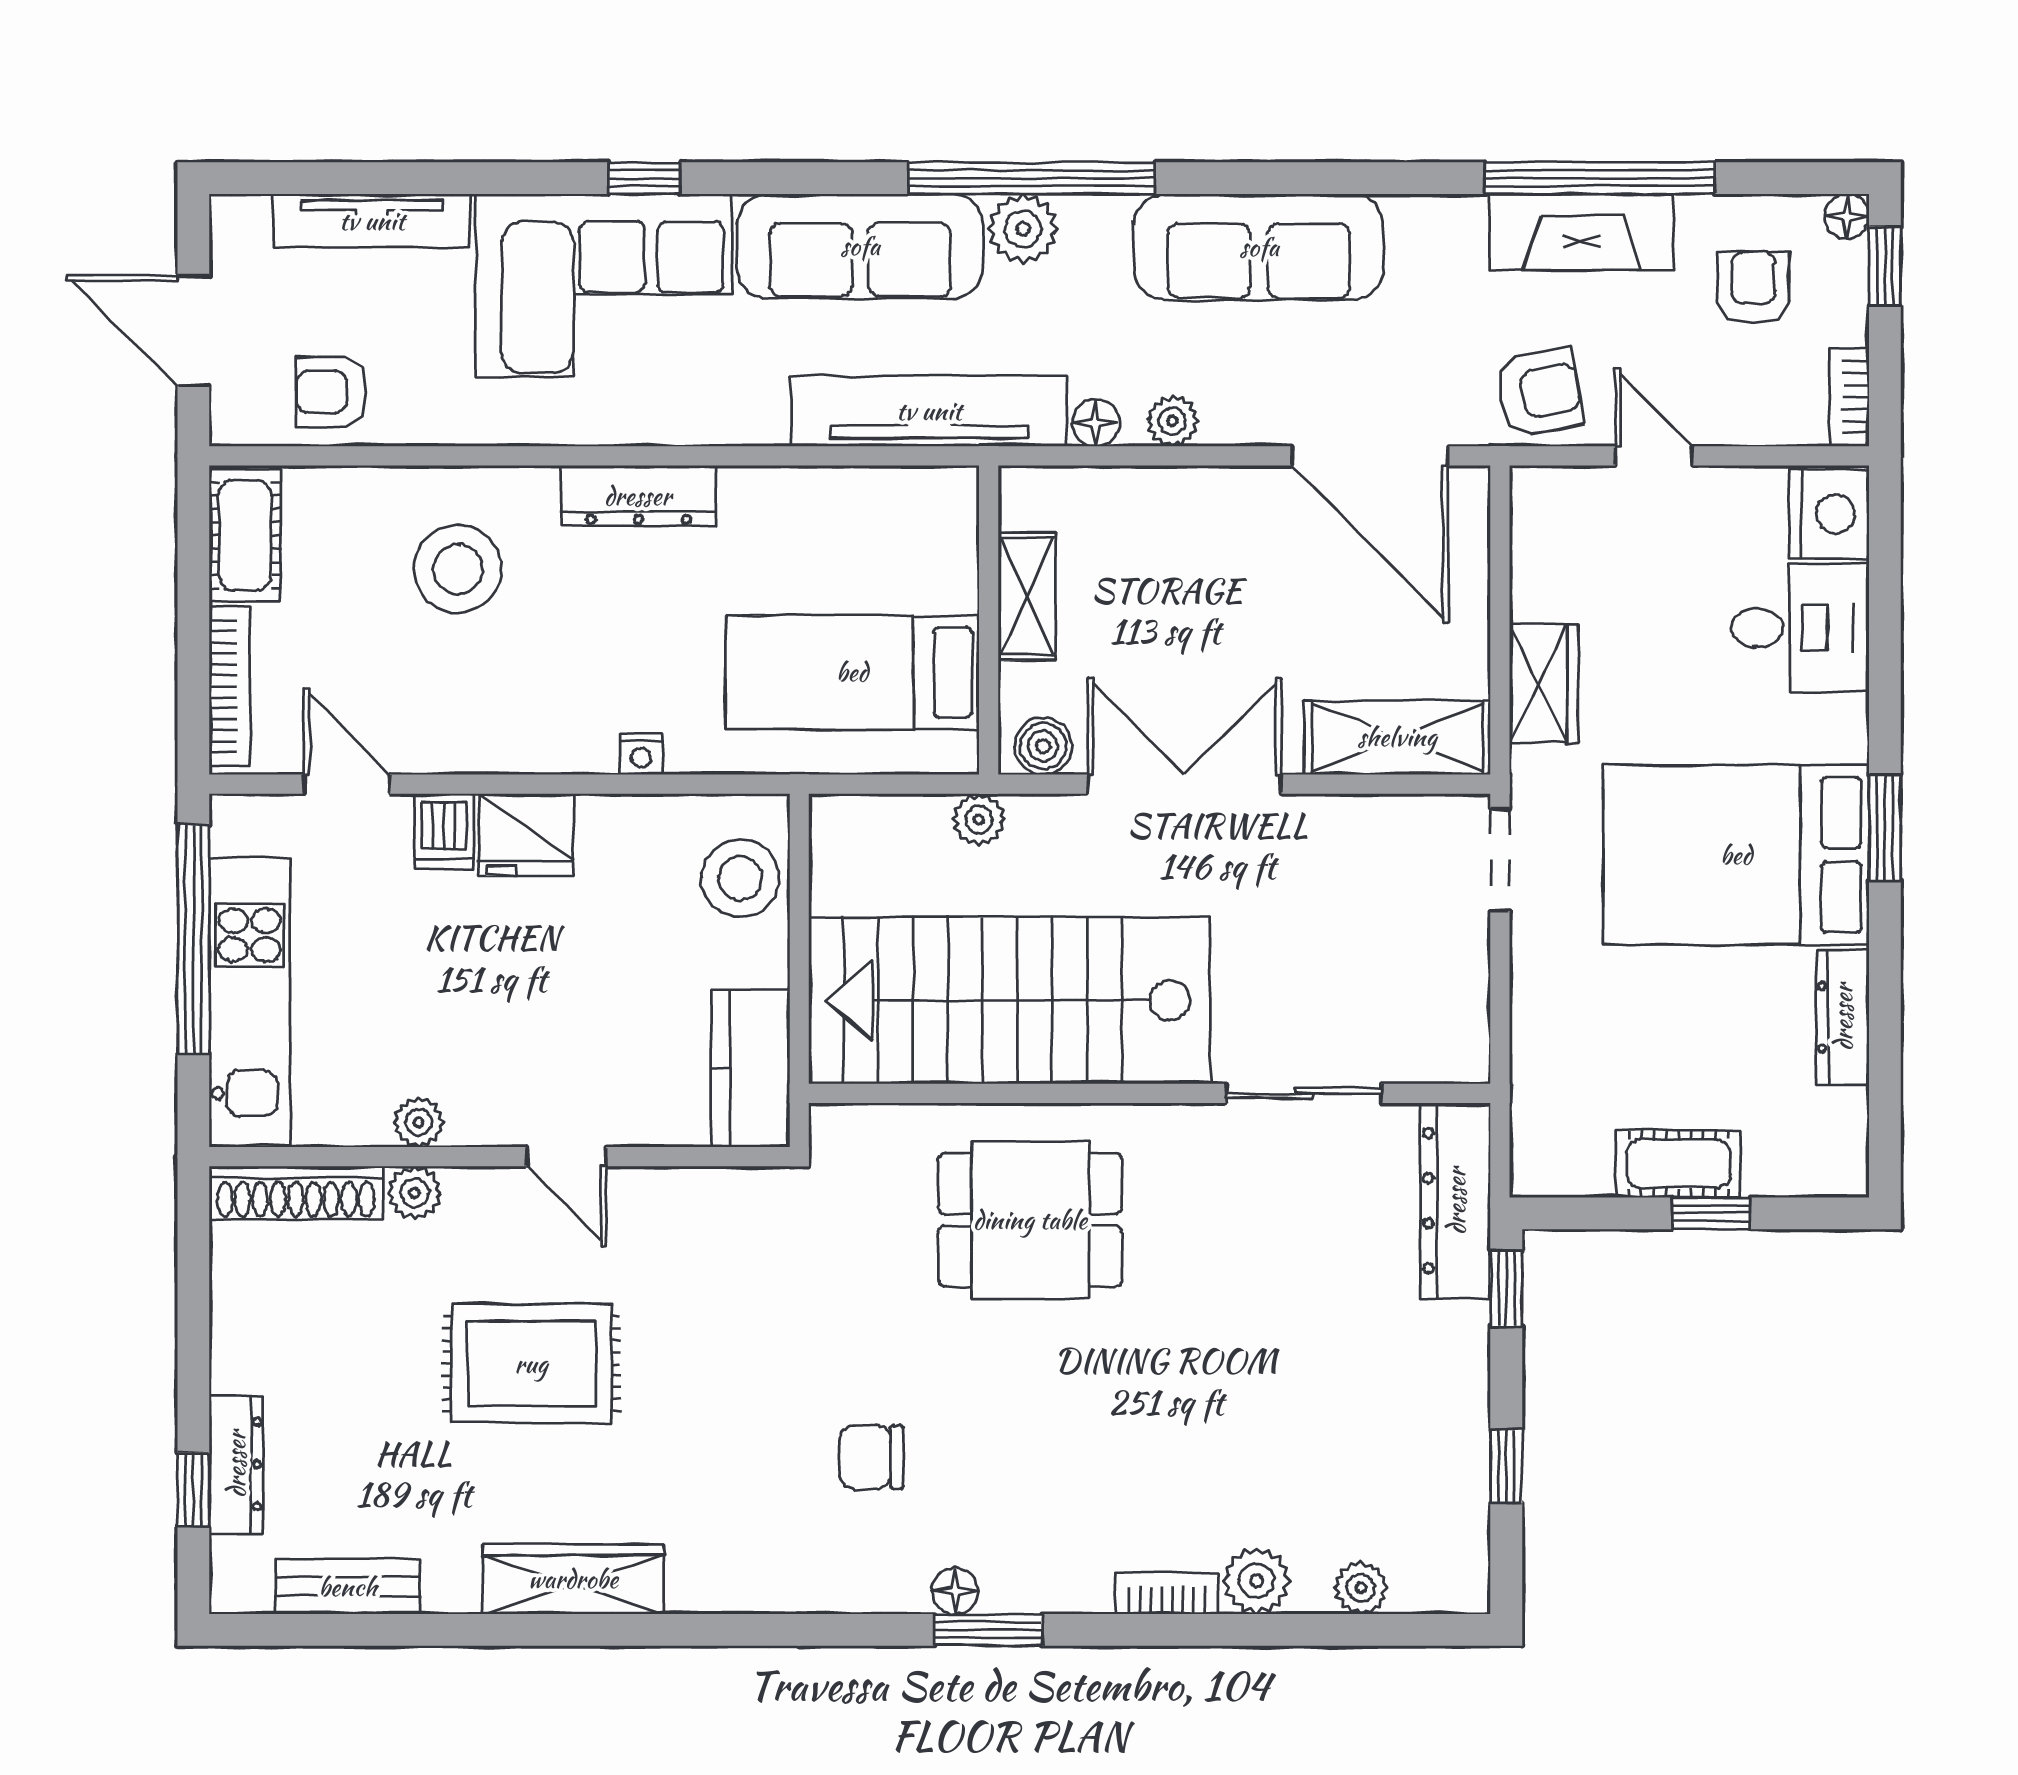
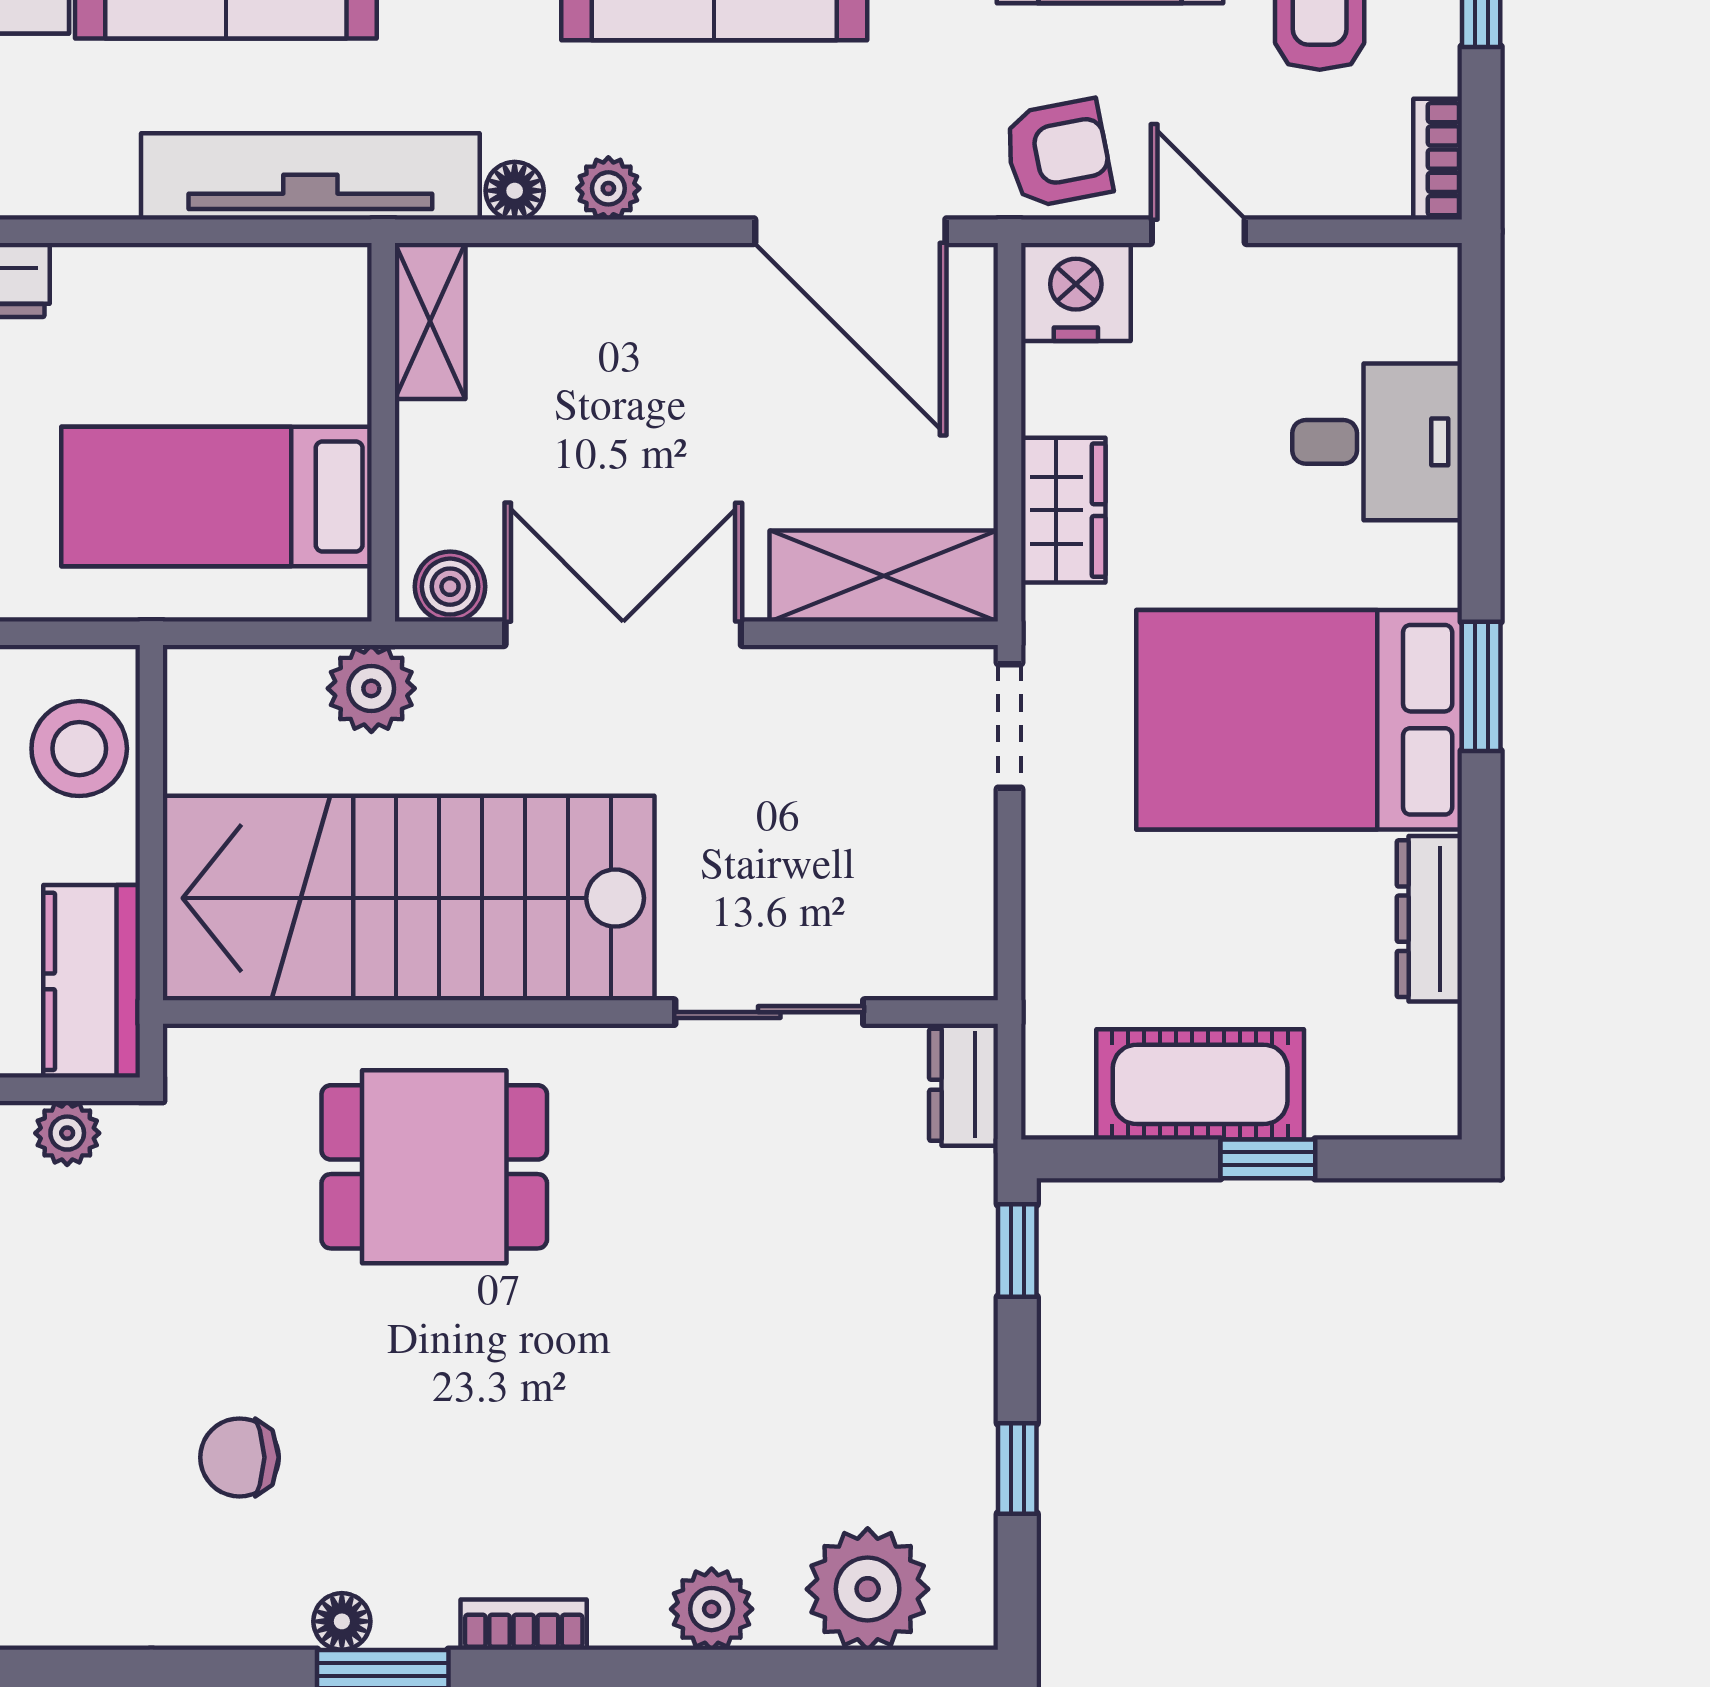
nightstand: (1829, 514) -> (1076, 292), moved, turned -90
shelving: (1027, 596) -> (430, 321), moved
plant: (979, 820) -> (371, 688), width x1.38, depth x1.38
cot: (1678, 1164) -> (1200, 1084), width x1.37, depth x1.34
plant: (731, 1192) -> (67, 1133), added
dresser: (1456, 1201) -> (964, 1085), width x0.51, depth x0.80
plant: (1361, 1588) -> (868, 1589), width x1.87, depth x1.87
bookcase: (1167, 1594) -> (524, 1625), moved

